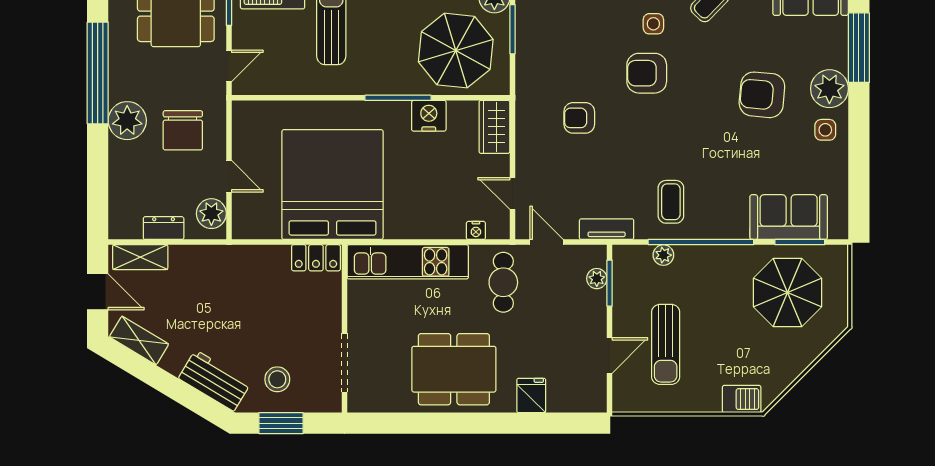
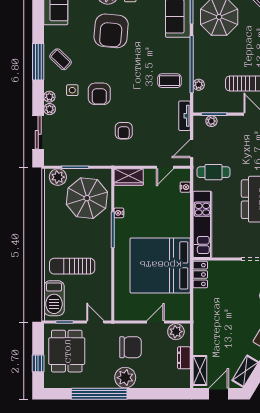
armchair: (762, 95) -> (111, 31), width x1.36, depth x1.36
nightstand: (429, 116) -> (119, 213), width x0.53, depth x0.56

